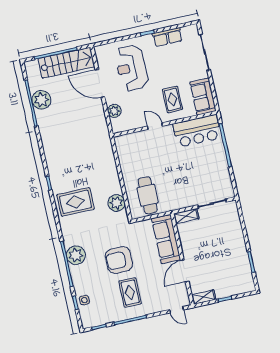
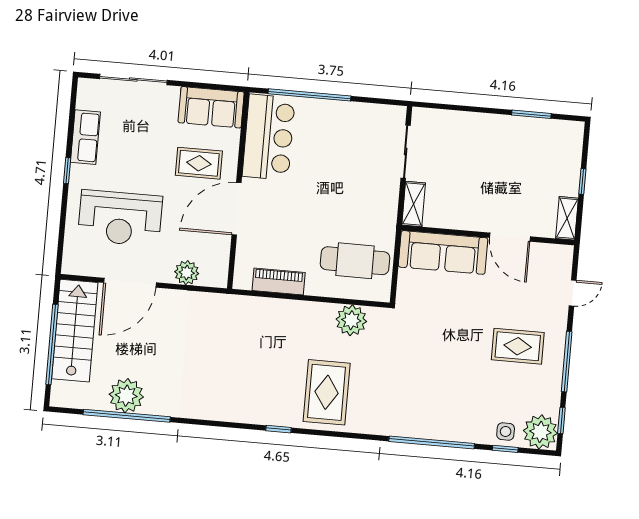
door: (155, 126) -> (237, 209), width x1.87
piano: (125, 159) -> (279, 282), added
plant: (76, 255) -> (540, 432), moved
armchair: (119, 260) -> (454, 348), removed
door: (177, 310) -> (573, 293), moved

